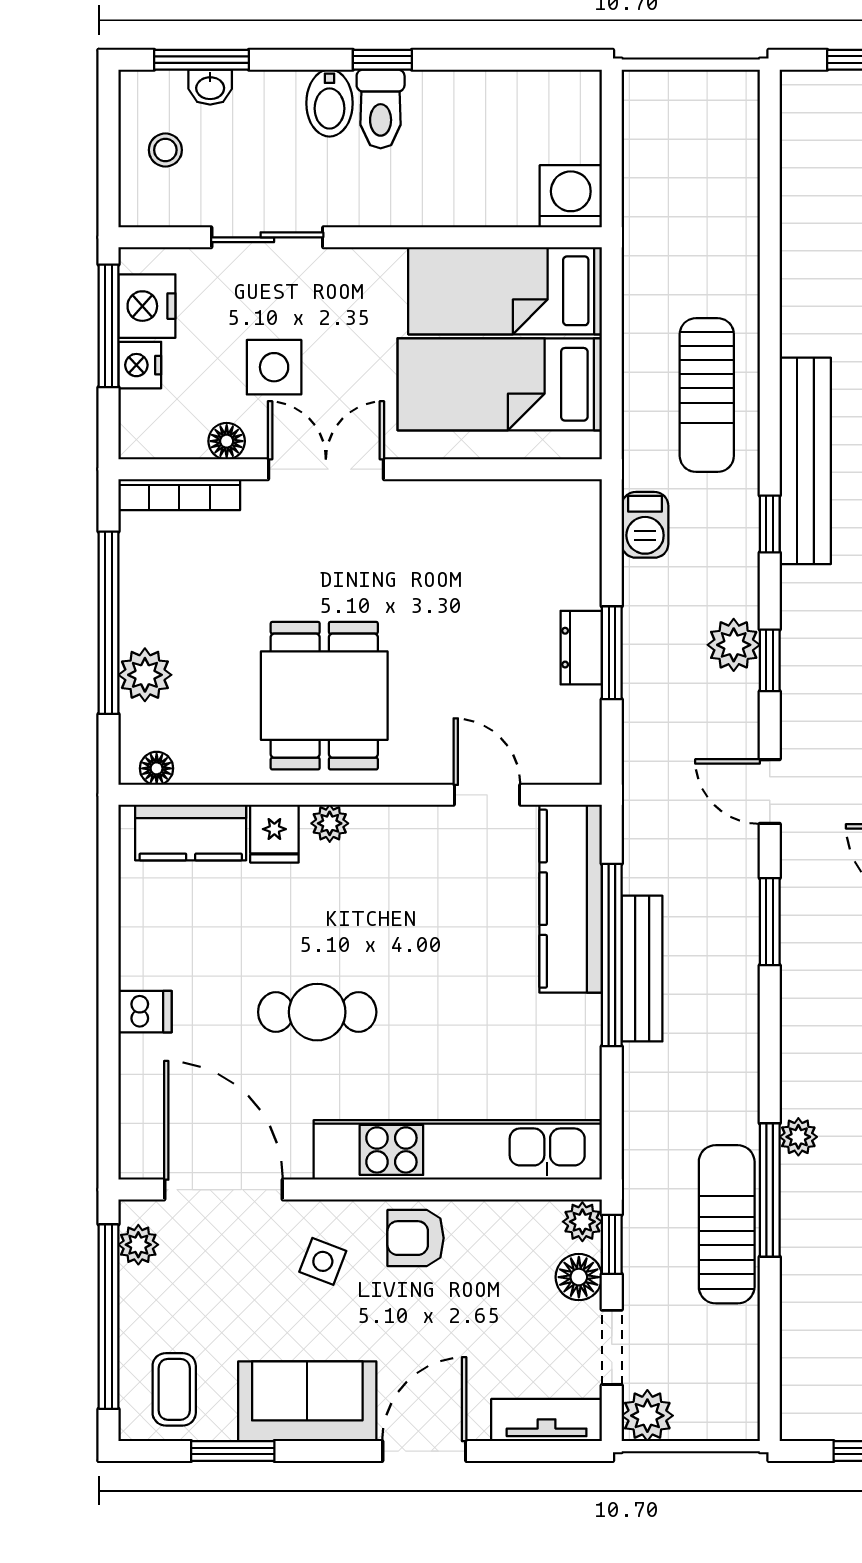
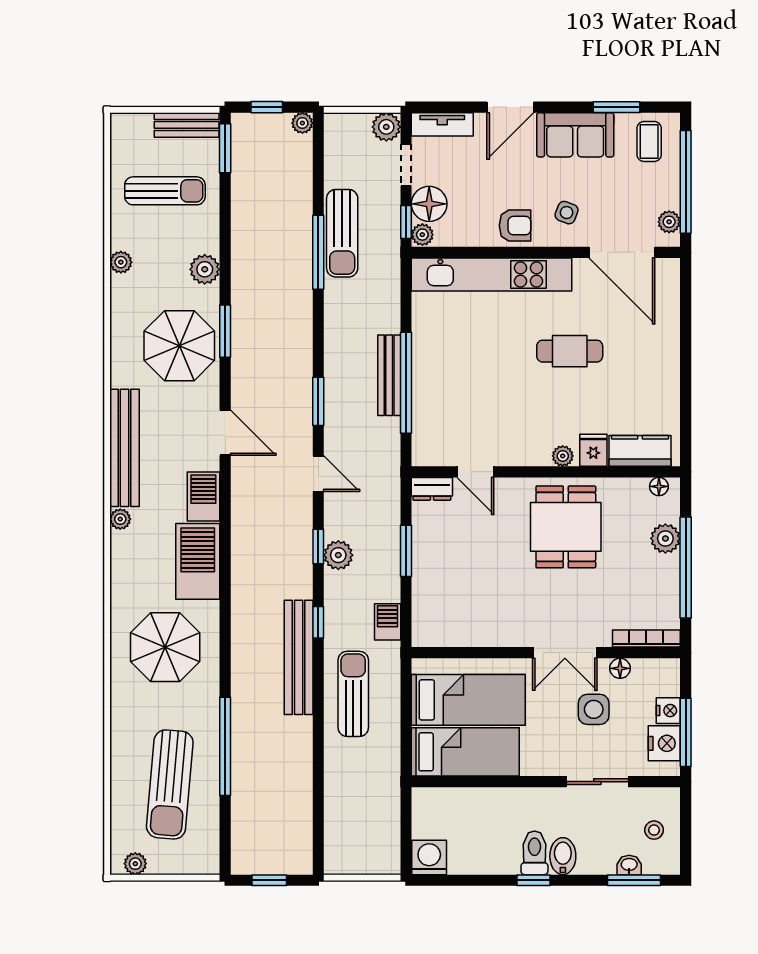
washing machine: (571, 196) -> (429, 857), moved, turned 180
dresser: (581, 648) -> (432, 489), moved, turned 90
kitchen counter: (571, 899) -> (429, 414), removed
dishwasher: (145, 1012) -> (665, 351), removed
plant: (798, 1137) -> (302, 123), moved
floor lamp: (579, 1277) -> (429, 204), width x1.38, depth x1.38

